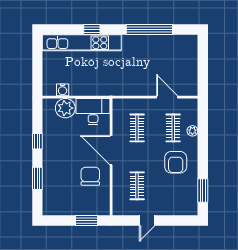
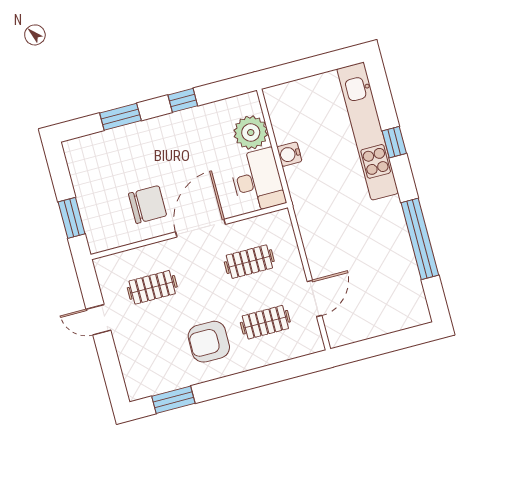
water cooler: (63, 90) -> (289, 154), moved
plant: (192, 131) -> (269, 356), removed

